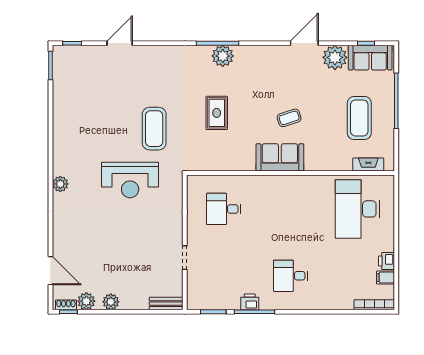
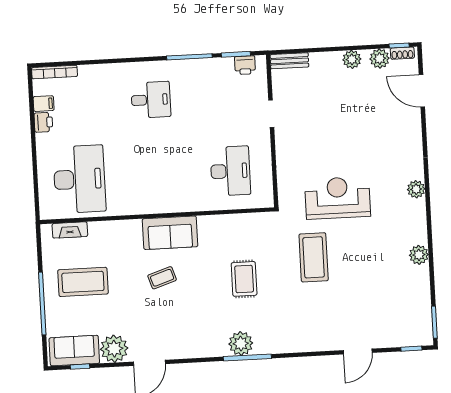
coffee table: (359, 118) -> (83, 282), turned 90
plant: (61, 126) -> (419, 255), added
desk: (224, 209) -> (230, 171), width x1.37
printer: (250, 302) -> (245, 65), moved

